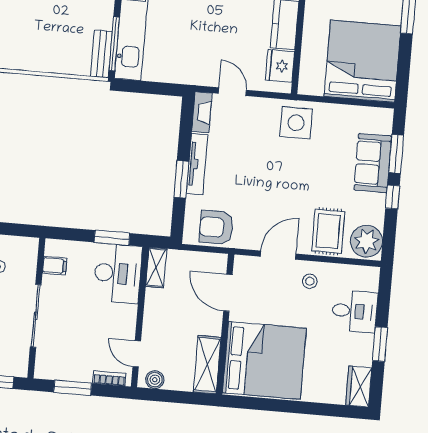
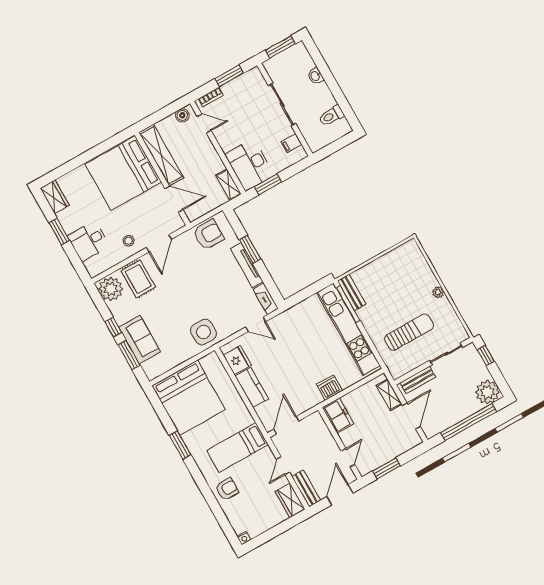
shelving: (207, 365) -> (161, 155), width x1.47

